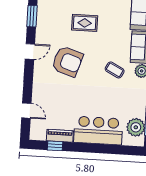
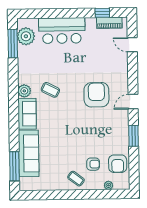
rug: (85, 23) -> (82, 133), removed
armchair: (67, 61) -> (96, 95), turned 72
piano: (60, 136) -> (109, 23), moved

